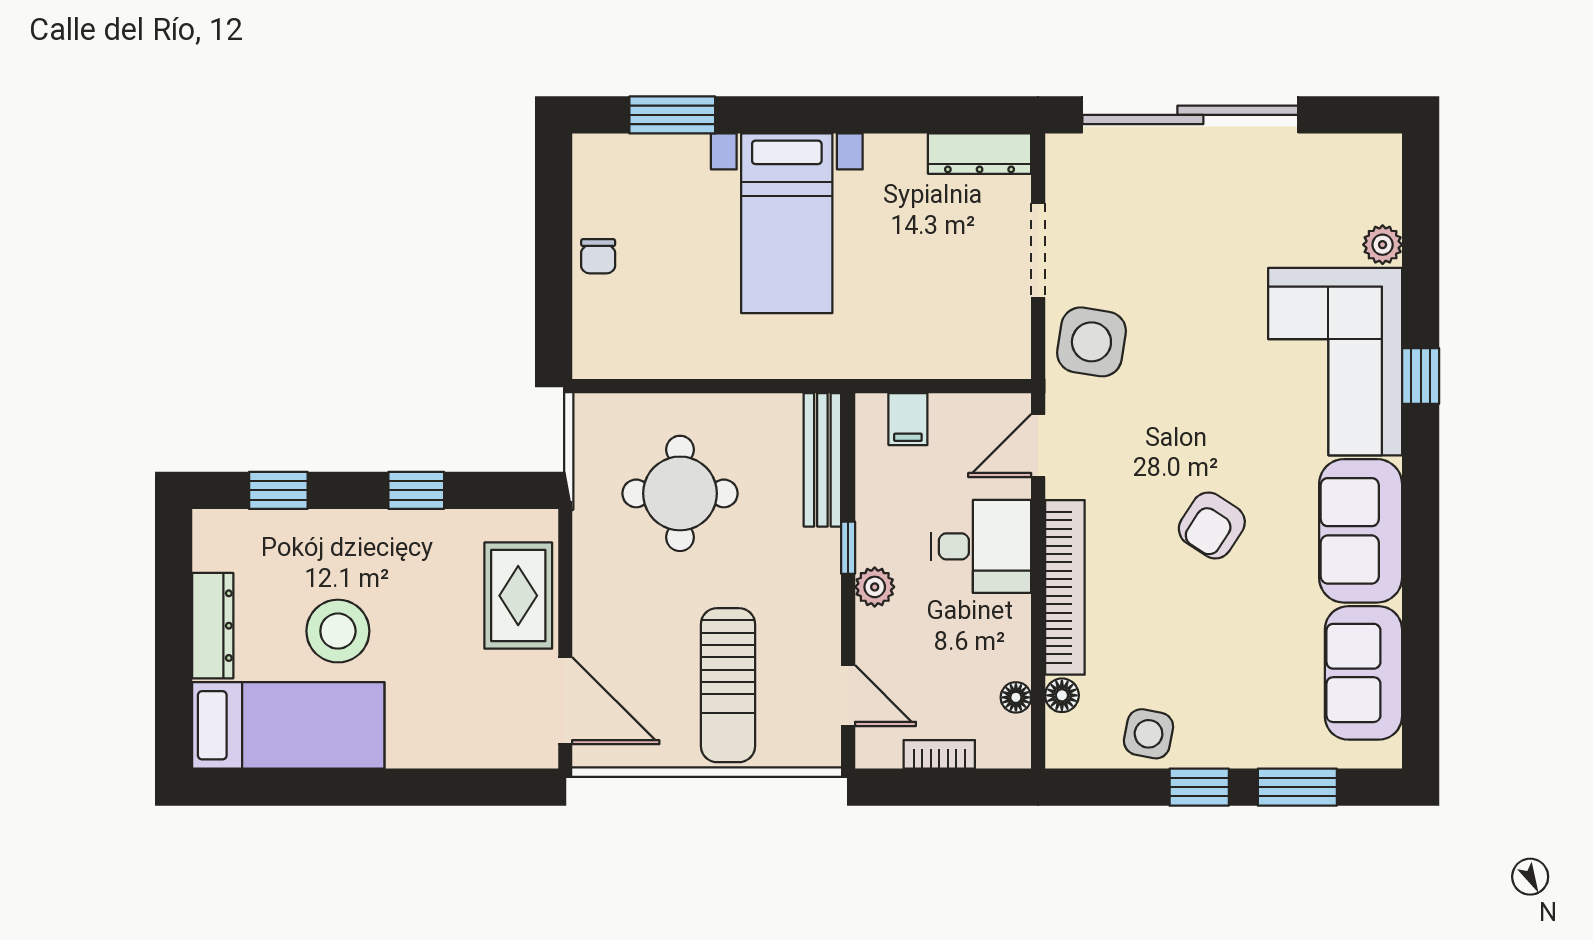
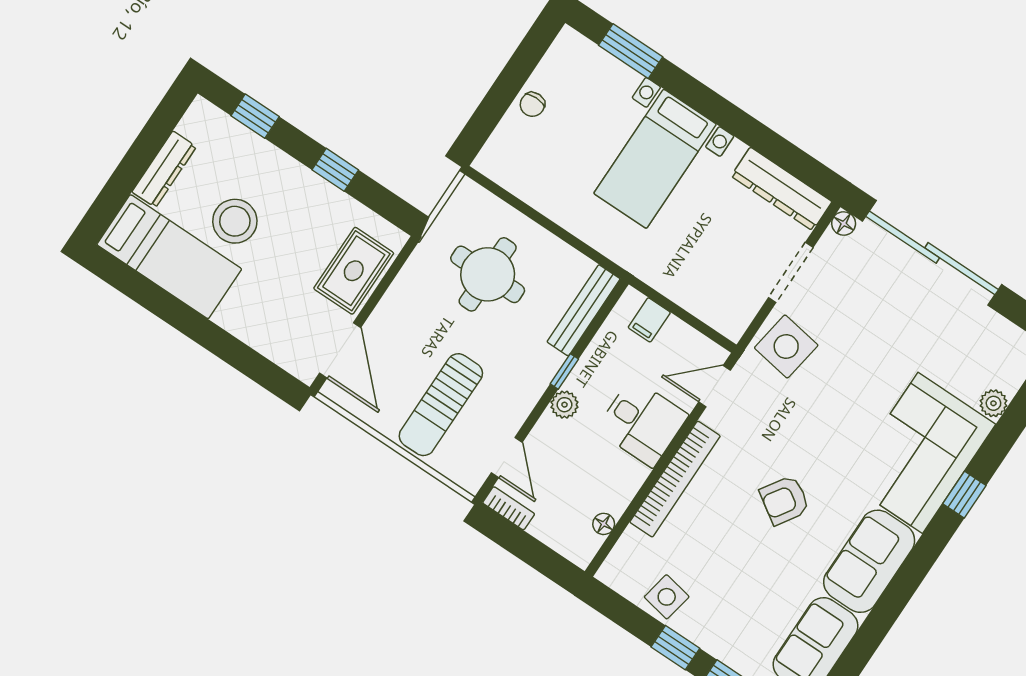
dresser: (980, 154) -> (781, 189), width x1.37, depth x1.24
floor lamp: (1062, 695) -> (844, 224), moved
bookcase: (939, 754) -> (509, 508), moved

